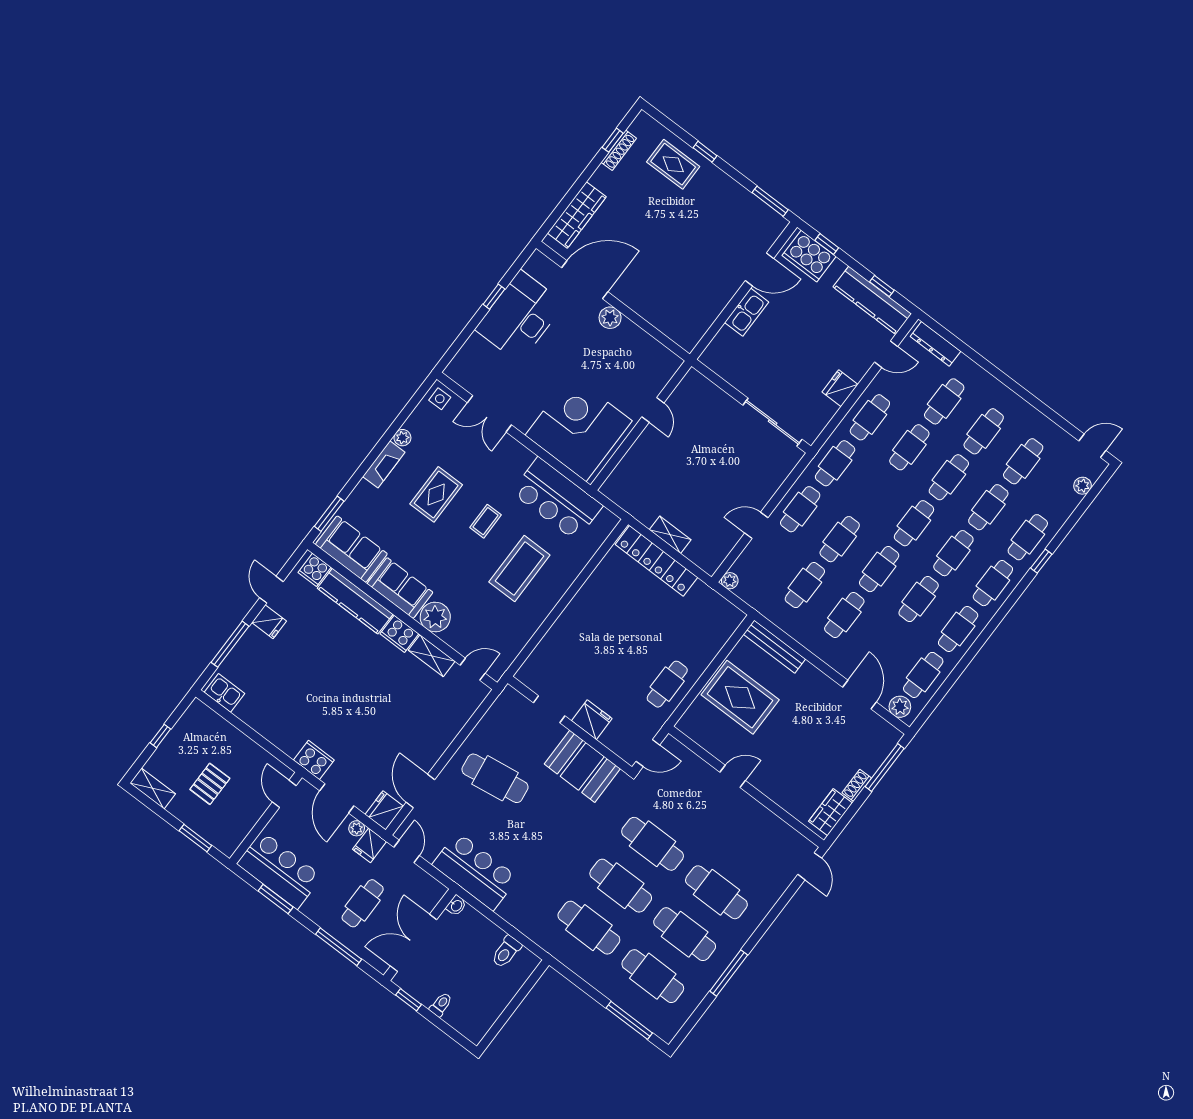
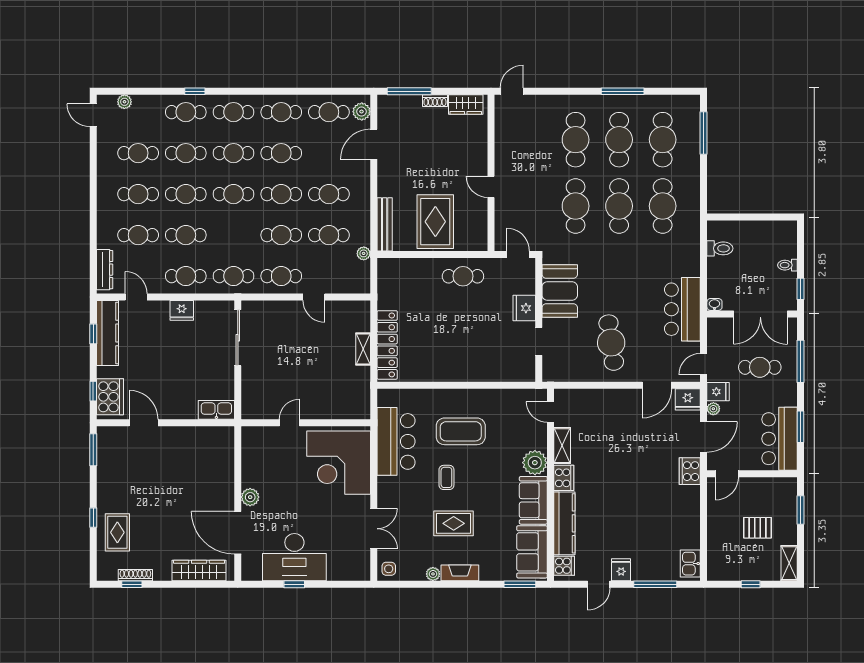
kitchen sink: (747, 312) -> (216, 410), moved
coffee table: (486, 521) -> (446, 477), turned 90
plant: (730, 581) -> (364, 253), moved

